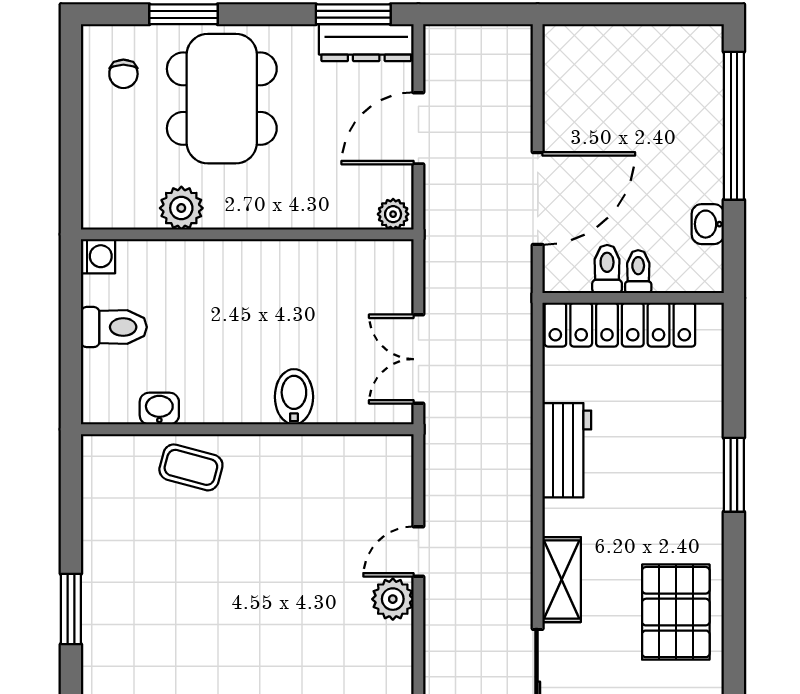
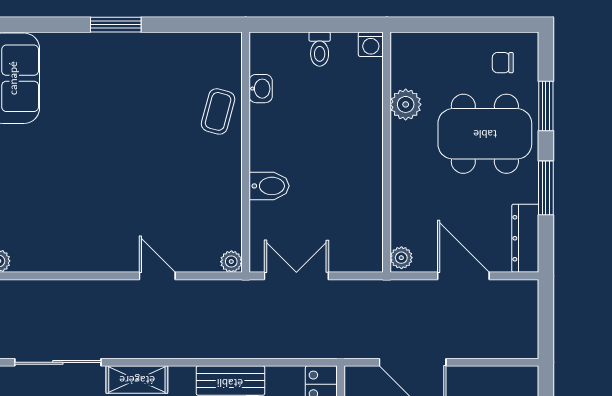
window: (353, 14) -> (546, 188), moved
toilet: (114, 327) -> (320, 49), width x0.73, depth x0.72
plant: (393, 599) -> (231, 262), moved, width x0.73, depth x0.73

